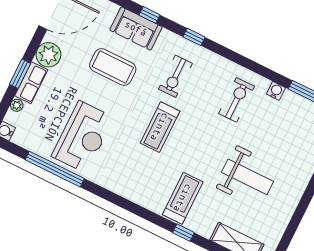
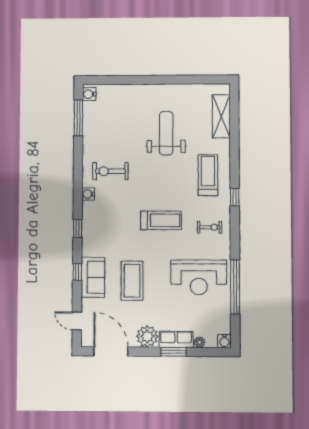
exercise bike: (175, 76) -> (210, 227), moved, width x0.73, depth x0.72
water cooler: (276, 91) -> (88, 194), moved
reception desk: (83, 137) -> (199, 277), turned 180
treadmill: (183, 198) -> (208, 175), turned 90
window: (183, 233) -> (235, 197), moved

